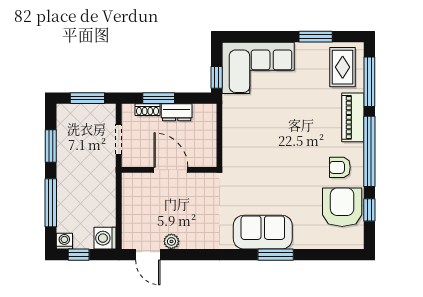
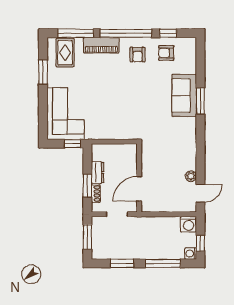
rug: (343, 67) -> (65, 53), turned 90
door: (171, 170) -> (139, 189), moved
armchair: (342, 207) -> (166, 53), width x0.53, depth x0.53
sofa: (263, 232) -> (184, 95), moved

